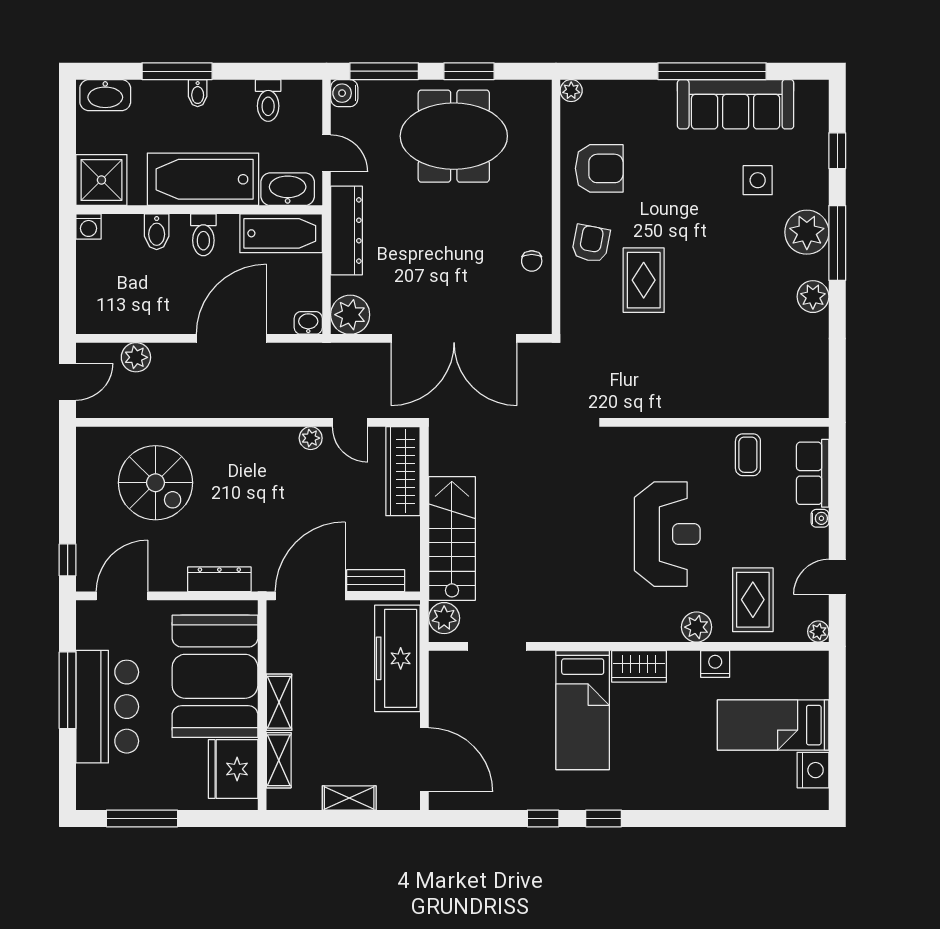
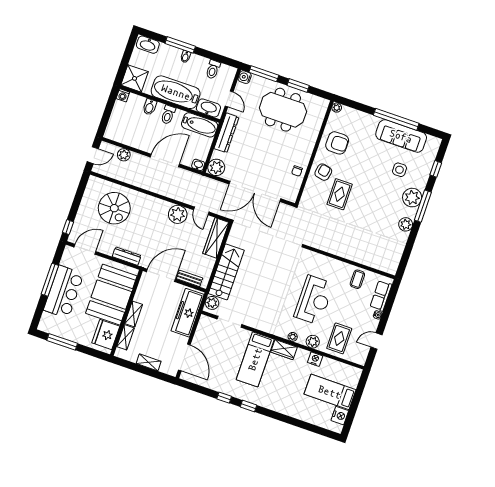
plant: (311, 438) -> (178, 214), width x1.88, depth x1.88
plant: (818, 632) -> (293, 337), moved

